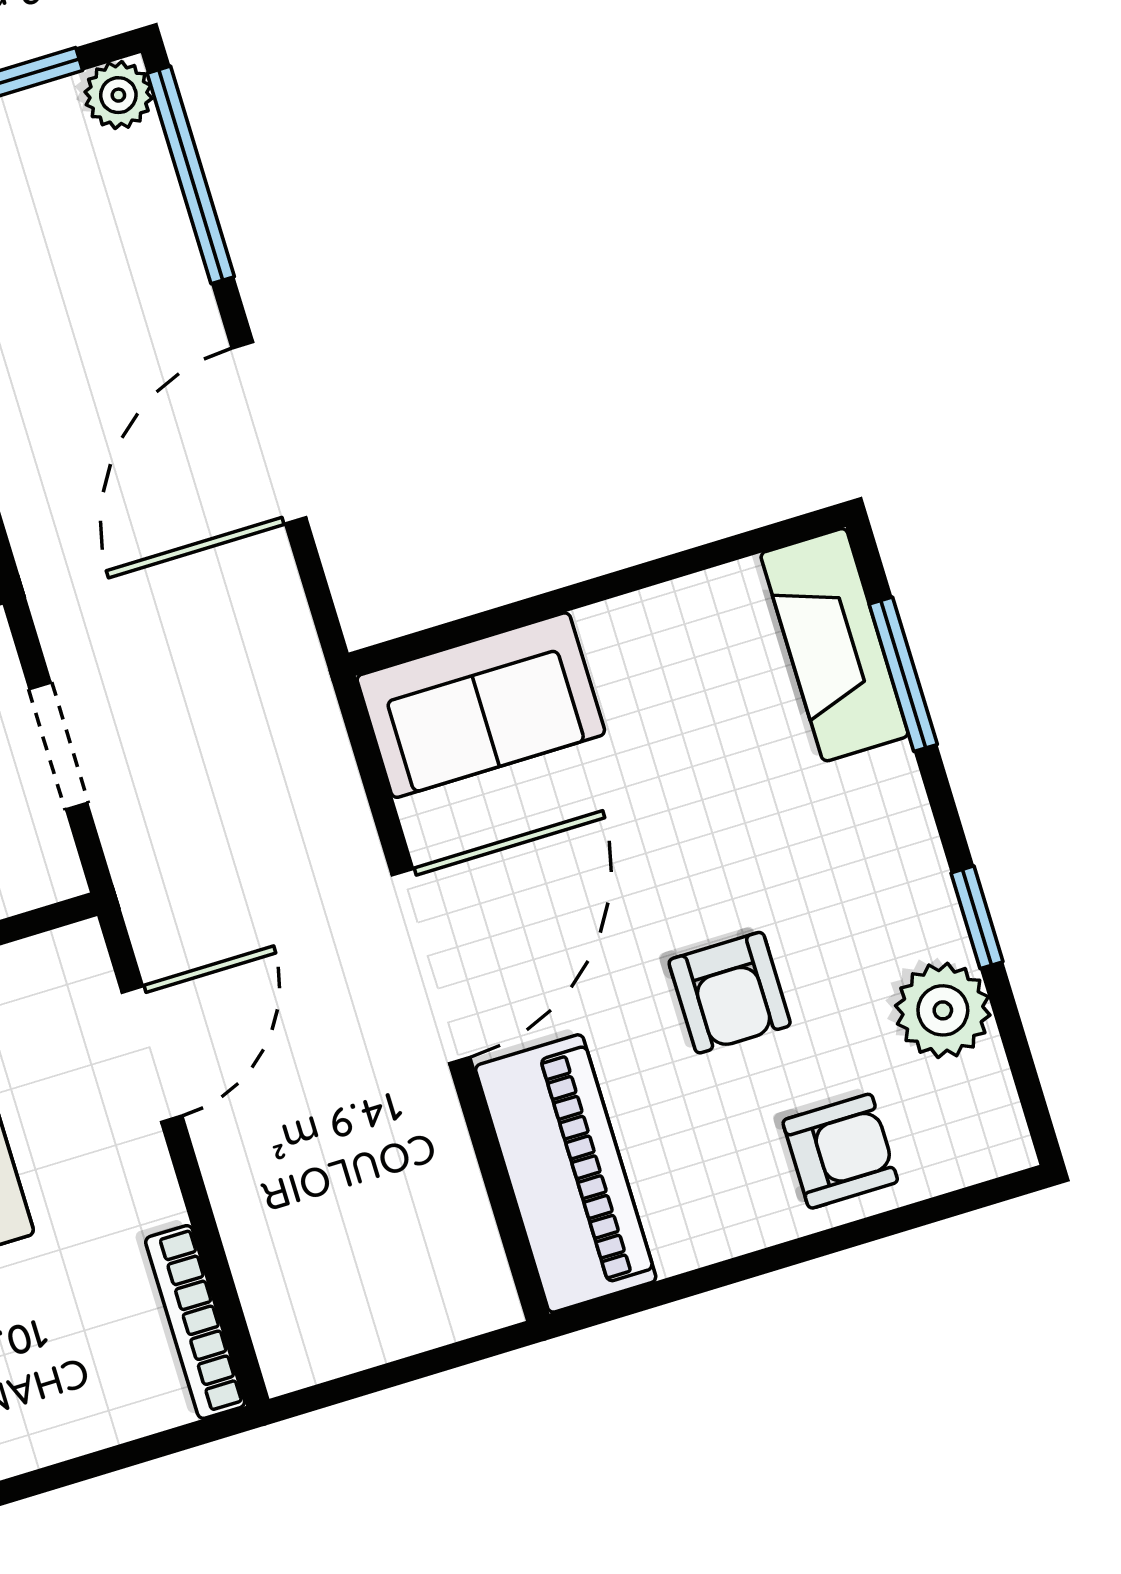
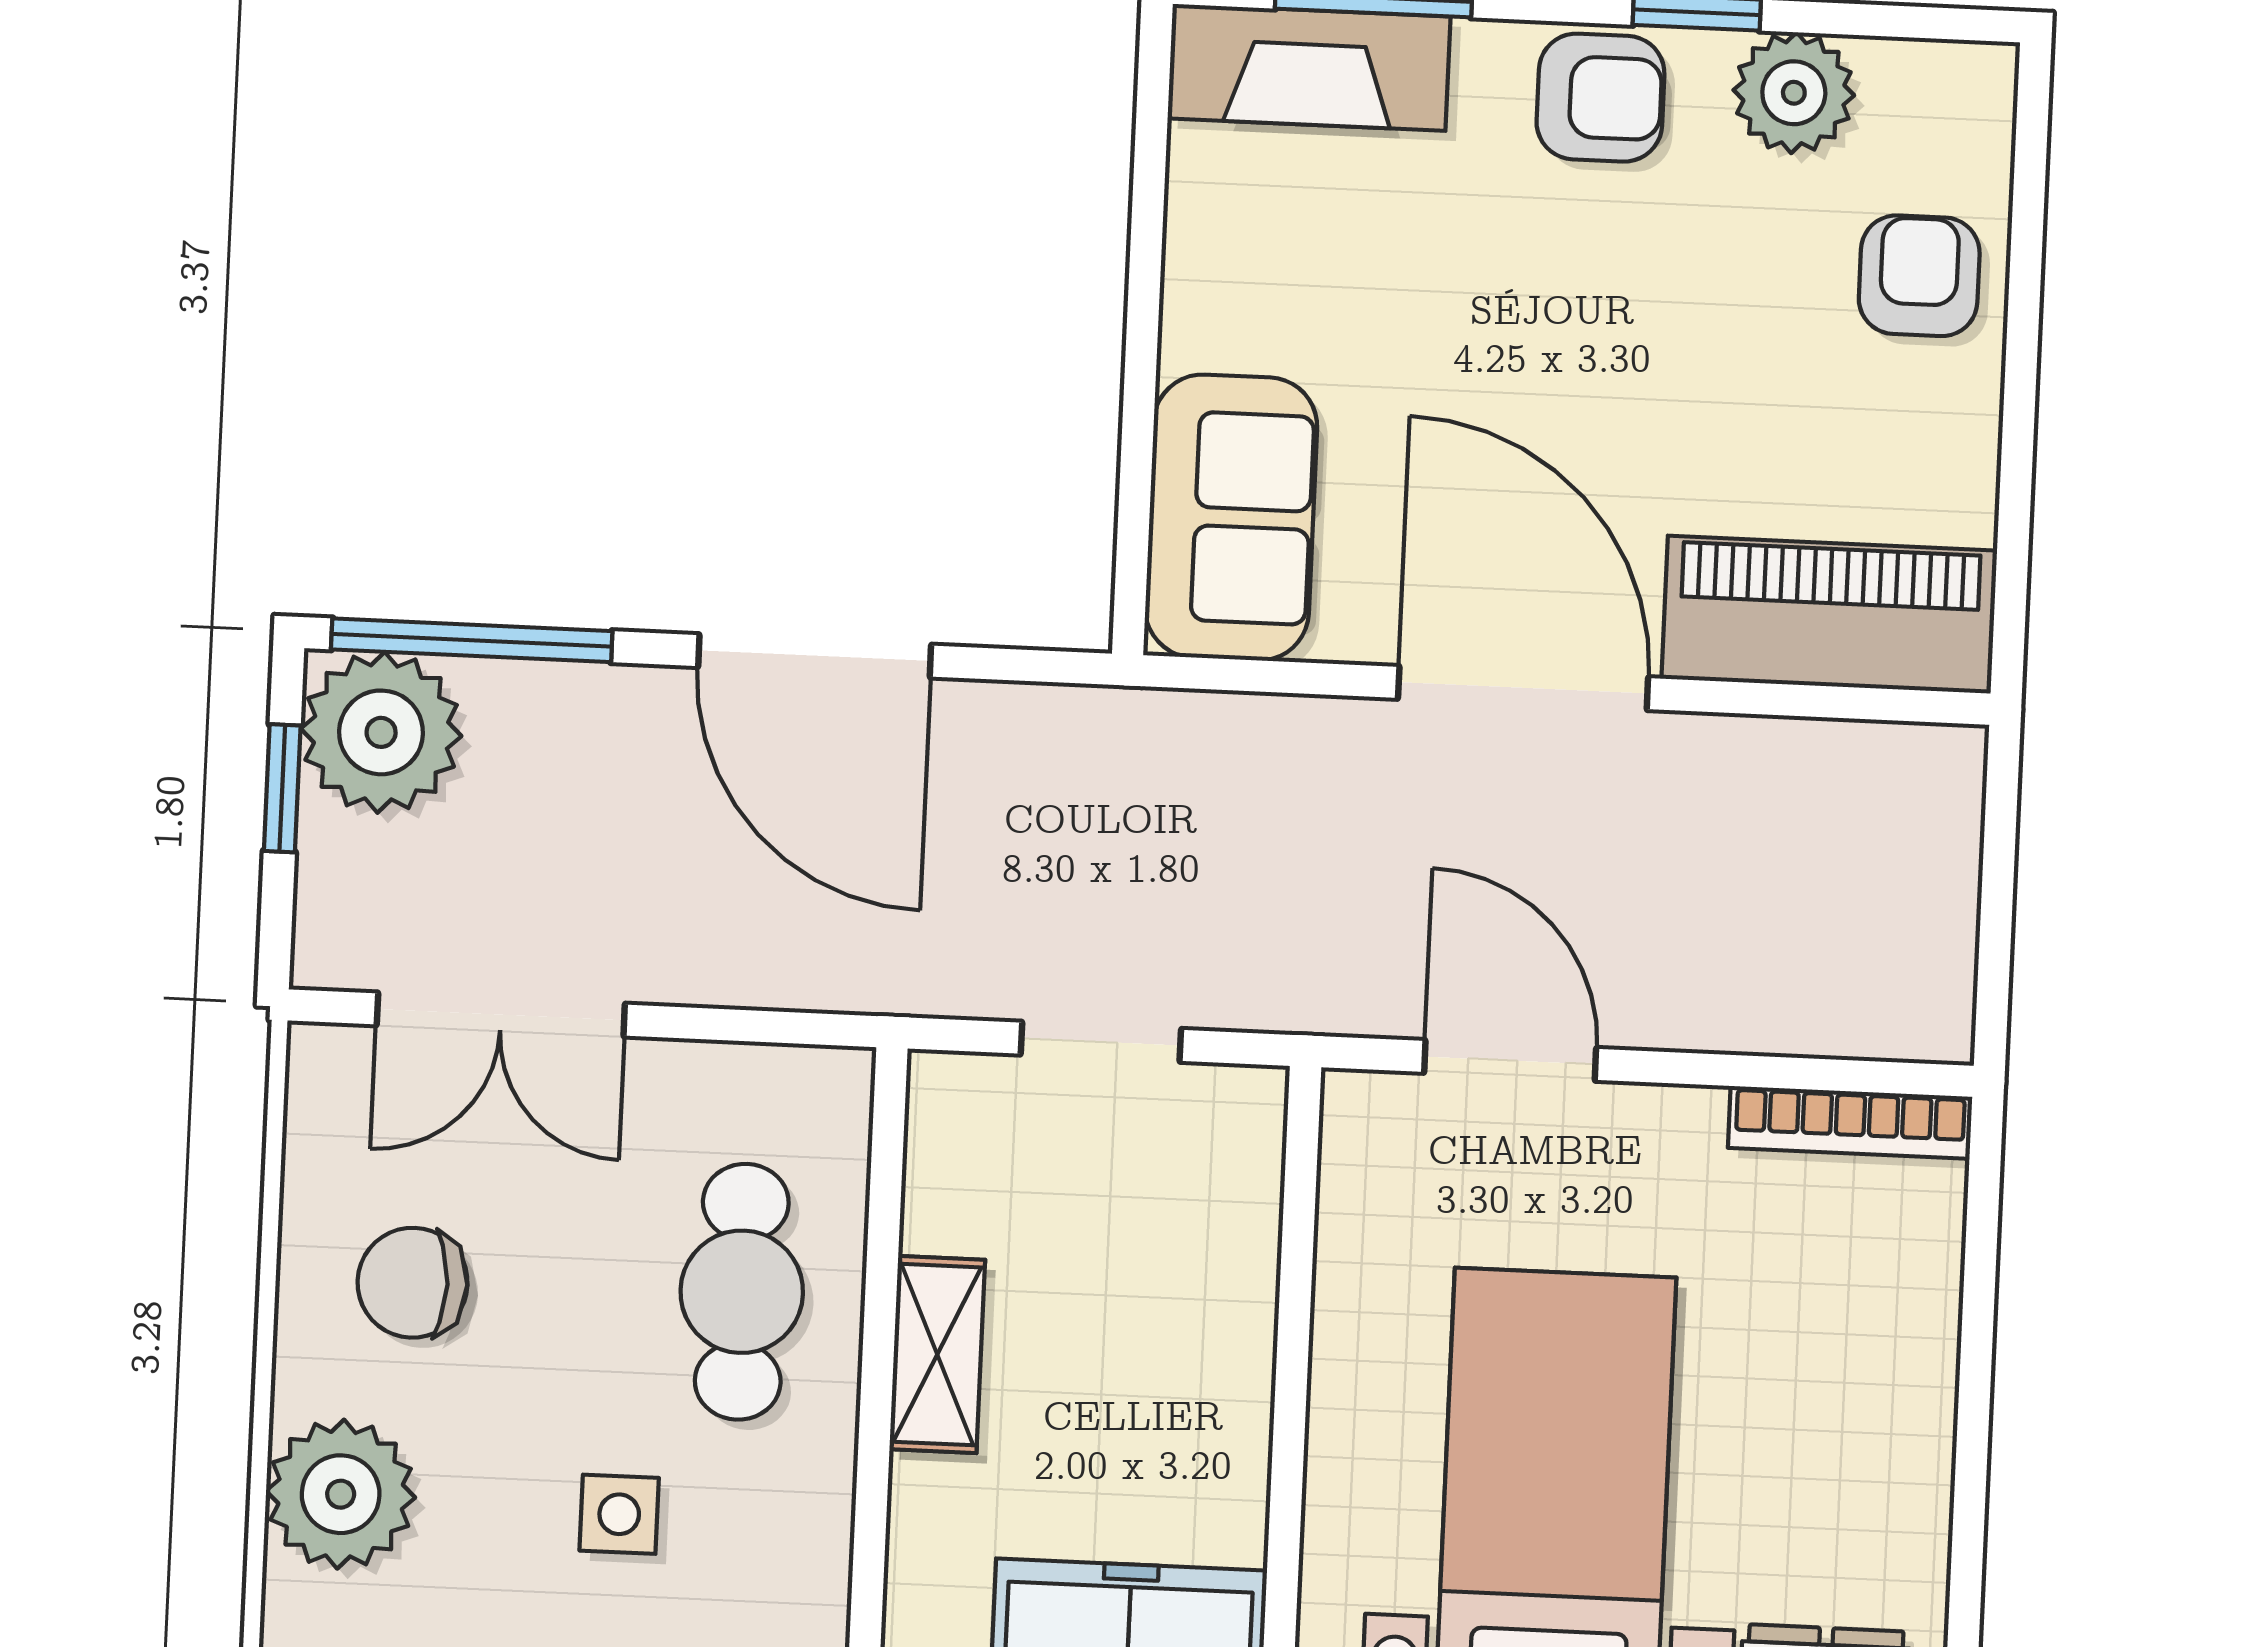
plant: (118, 95) -> (381, 732), width x1.88, depth x1.88
armchair: (730, 993) -> (1600, 98), moved

